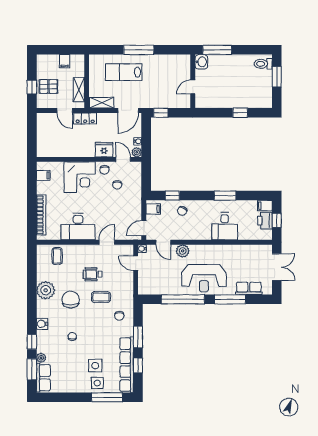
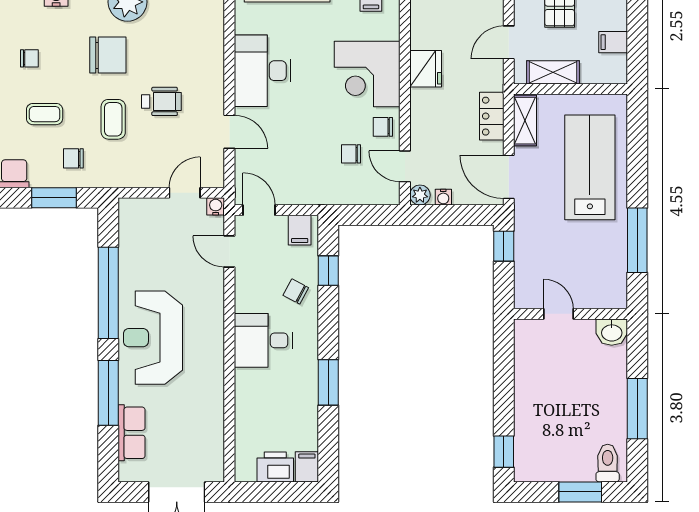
window: (139, 50) -> (637, 240), moved
window: (217, 50) -> (637, 409), moved
lab bench: (124, 72) -> (590, 167), width x1.36, depth x1.39
window: (240, 113) -> (504, 452), moved
locker: (85, 118) -> (492, 116), moved
fridge: (104, 150) -> (426, 69), moved
door: (123, 159) -> (405, 166), swing flipped
window: (277, 220) -> (276, 492), removed
desk: (225, 226) -> (263, 340), moved
door: (163, 242) -> (229, 251), hinge flipped
plant: (183, 251) -> (211, 292), removed
coffee table: (57, 256) -> (45, 114), moved
wheelchair: (93, 274) -> (161, 101), turned 90
window: (138, 337) -> (54, 198), moved

